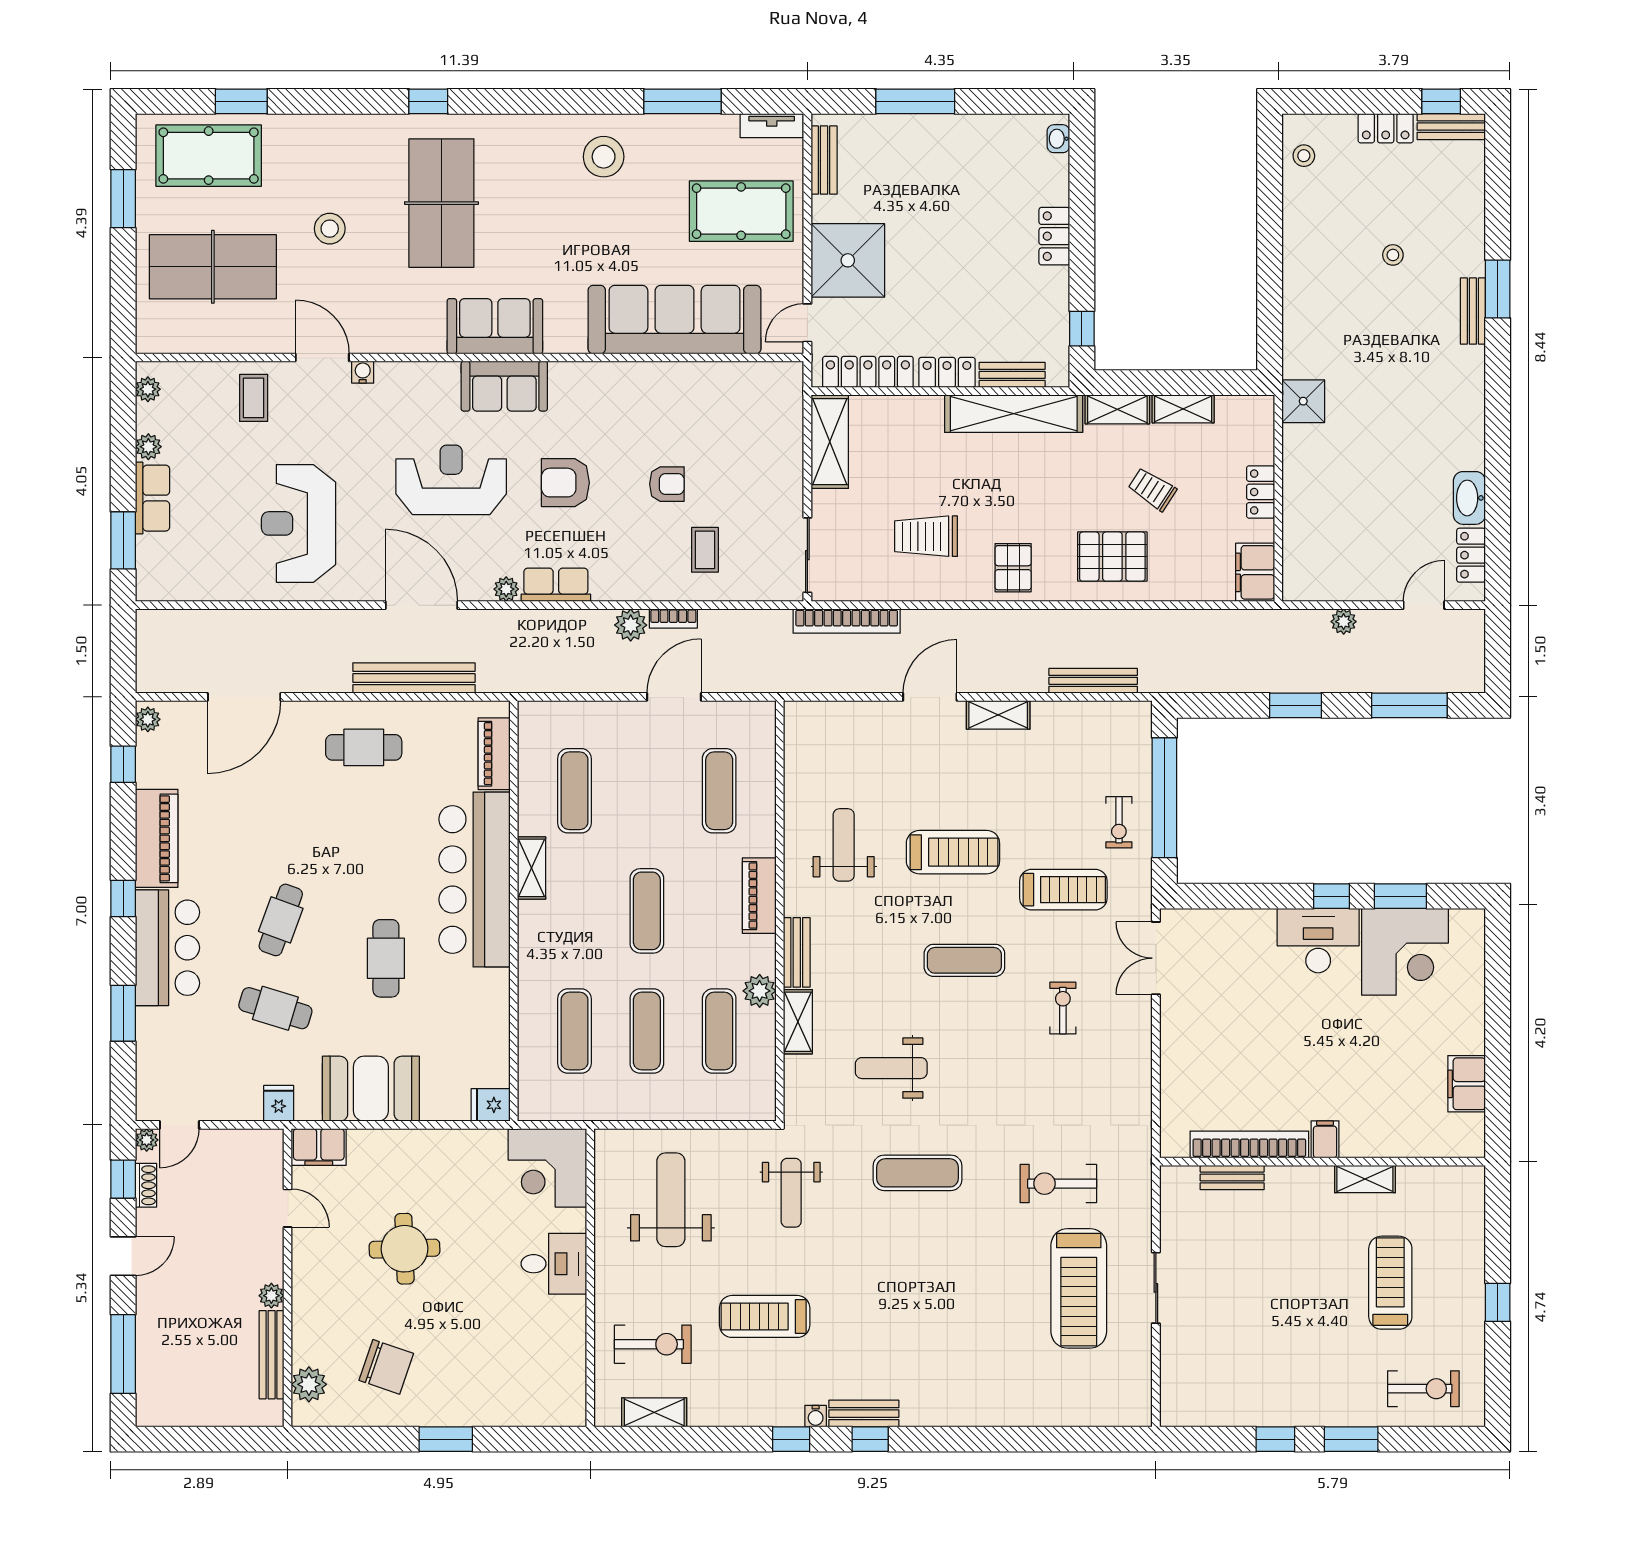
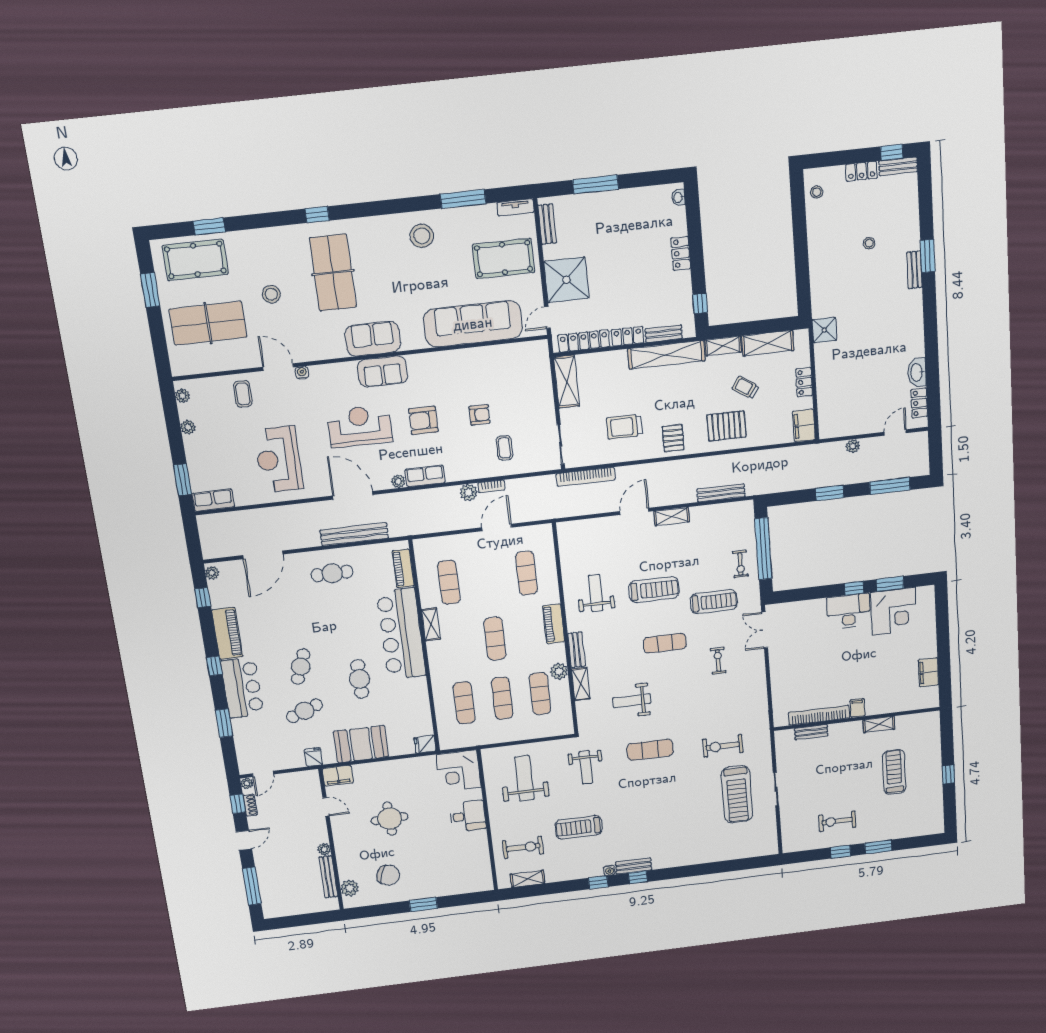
shelving: (1183, 409) -> (768, 343), width x1.50, depth x1.33
row of seats: (152, 498) -> (213, 500), moved, turned -90
cafe table: (275, 1008) -> (305, 711), turned -38
exercise bike: (1423, 1389) -> (837, 821), moved, turned 180

